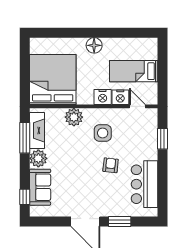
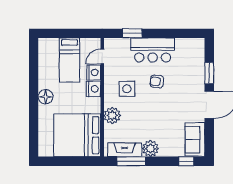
bar counter: (144, 184) -> (153, 50), moved
sofa: (40, 187) -> (195, 140), moved, turned -90

